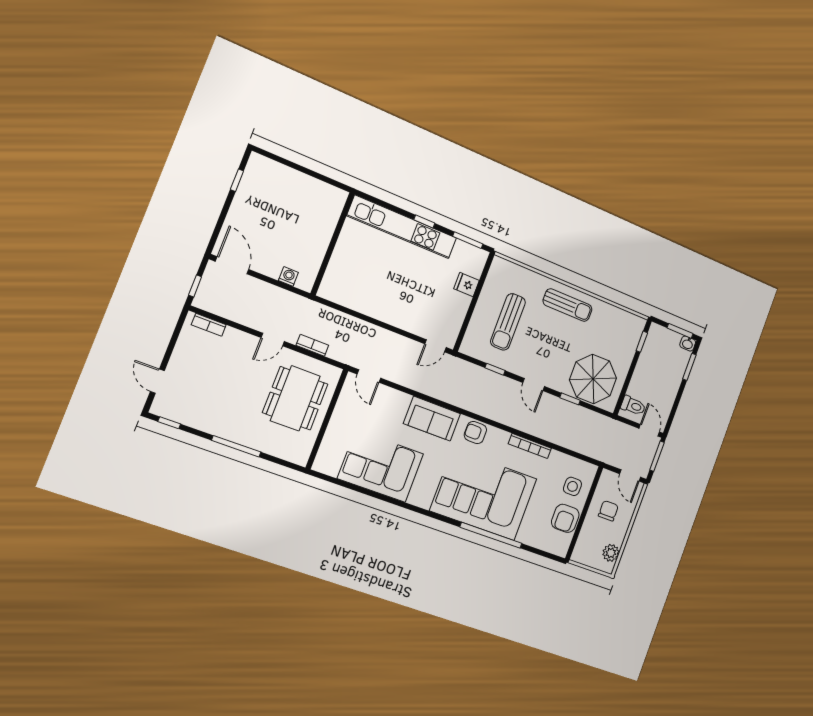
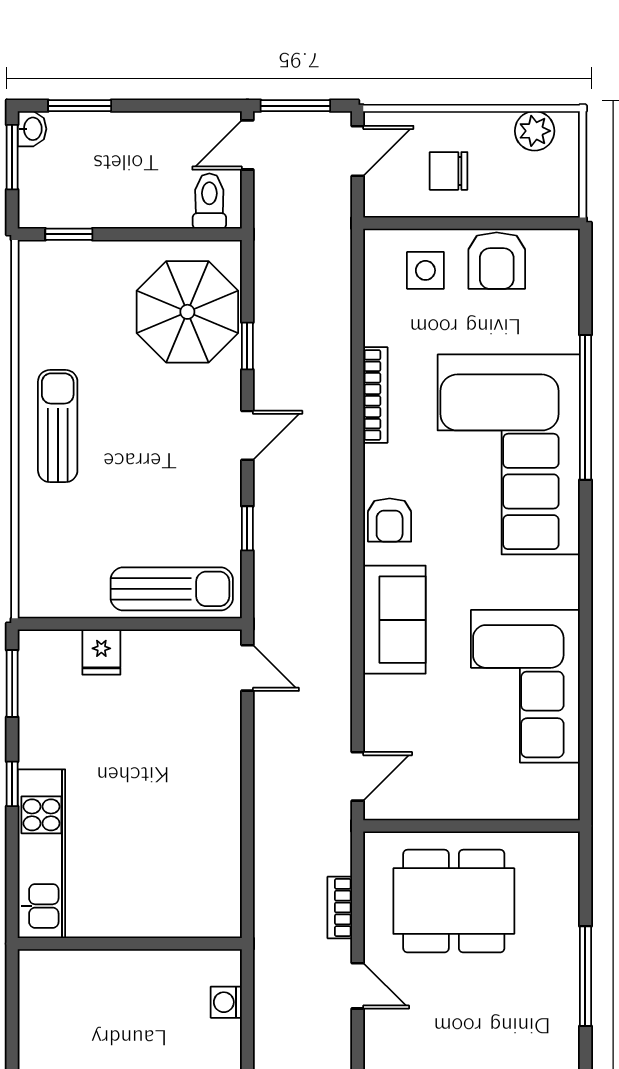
kitchen unit: (402, 227) -> (41, 854), width x0.73
sun lounger: (508, 322) -> (172, 589), moved
armchair: (565, 518) -> (497, 261), turned 90

